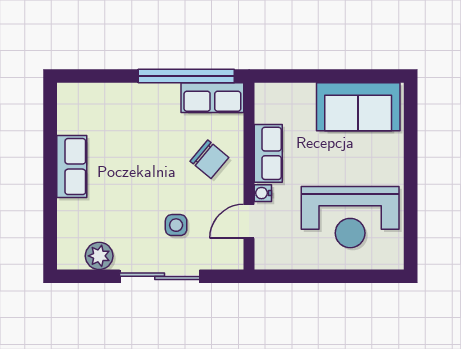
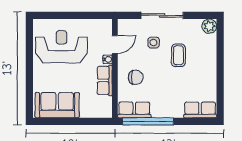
chair: (209, 159) -> (136, 77), turned 140
row of seats: (72, 167) -> (200, 110), moved, turned 90
coffee table: (129, 201) -> (178, 55), added
plant: (99, 256) -> (209, 26), moved

